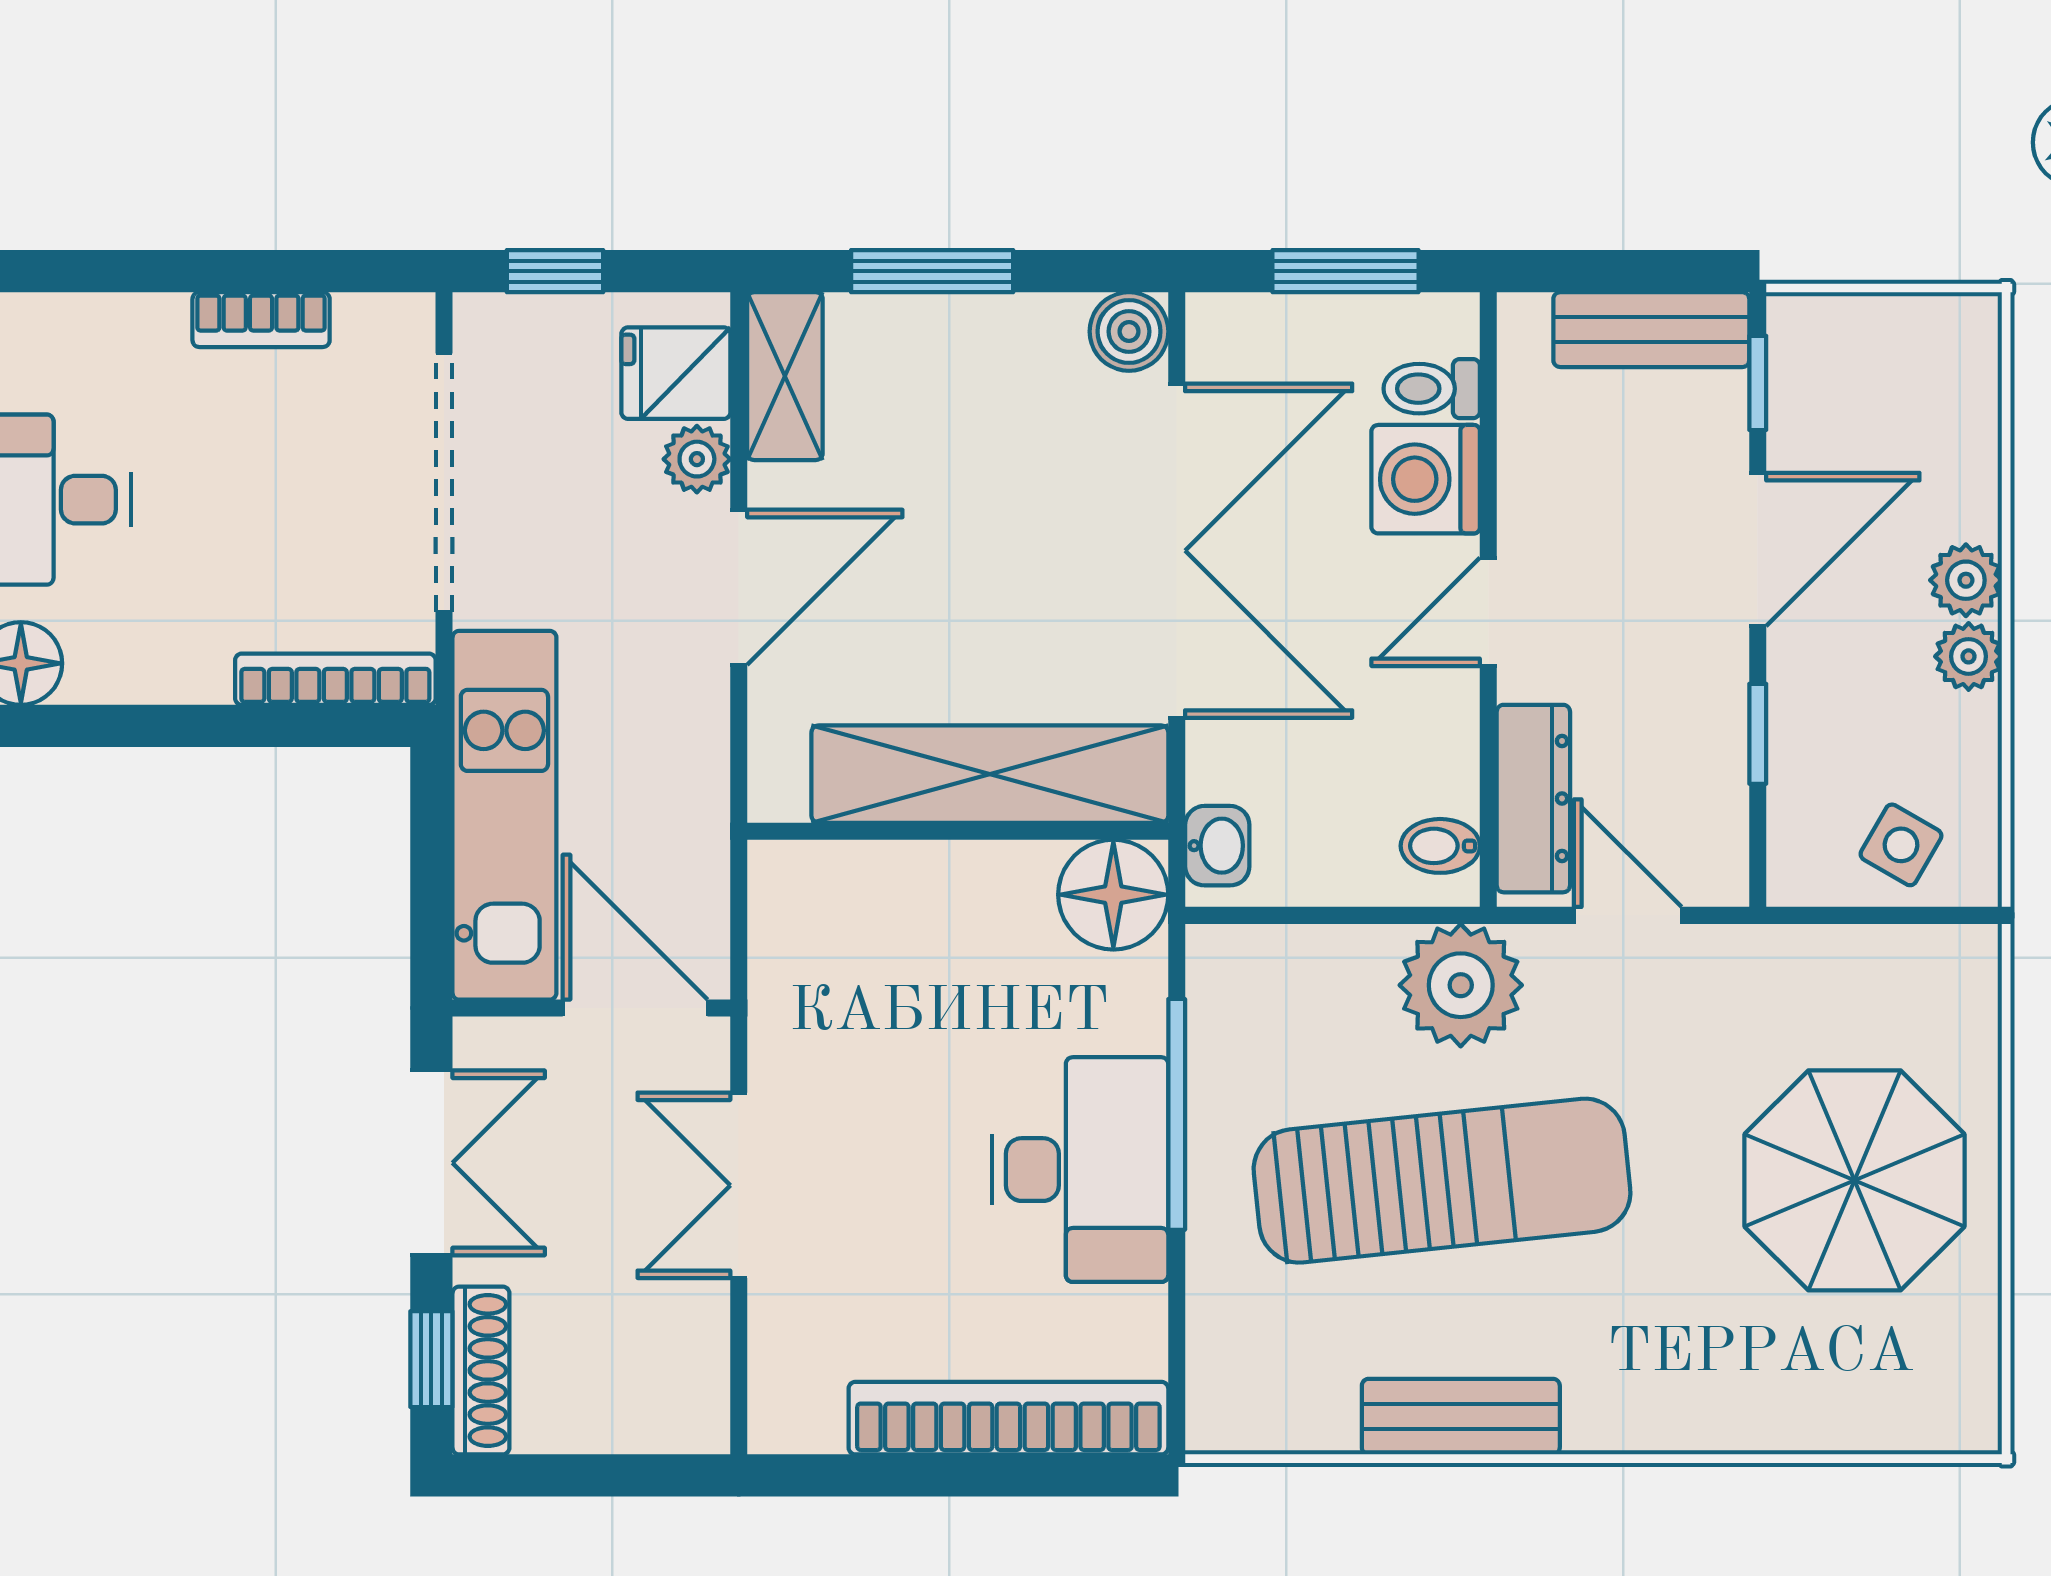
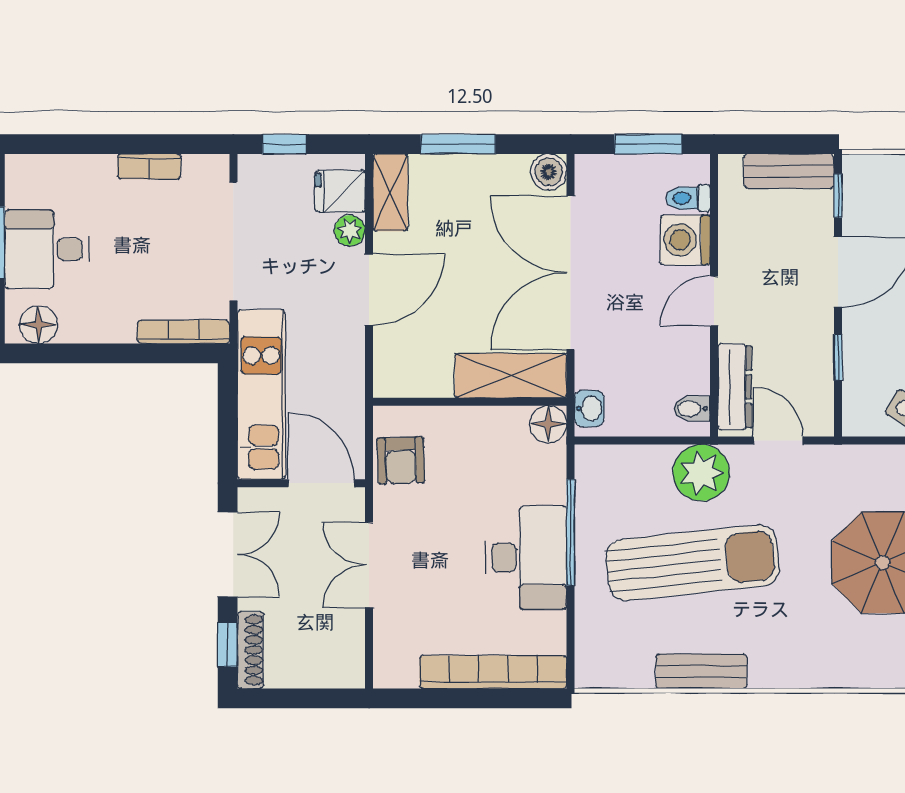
double door: (1177, 551) -> (571, 273), swing flipped
shelving: (990, 774) -> (511, 376), width x0.68
floor lamp: (1113, 895) -> (548, 424), width x0.73, depth x0.73
armchair: (808, 958) -> (401, 460), added

